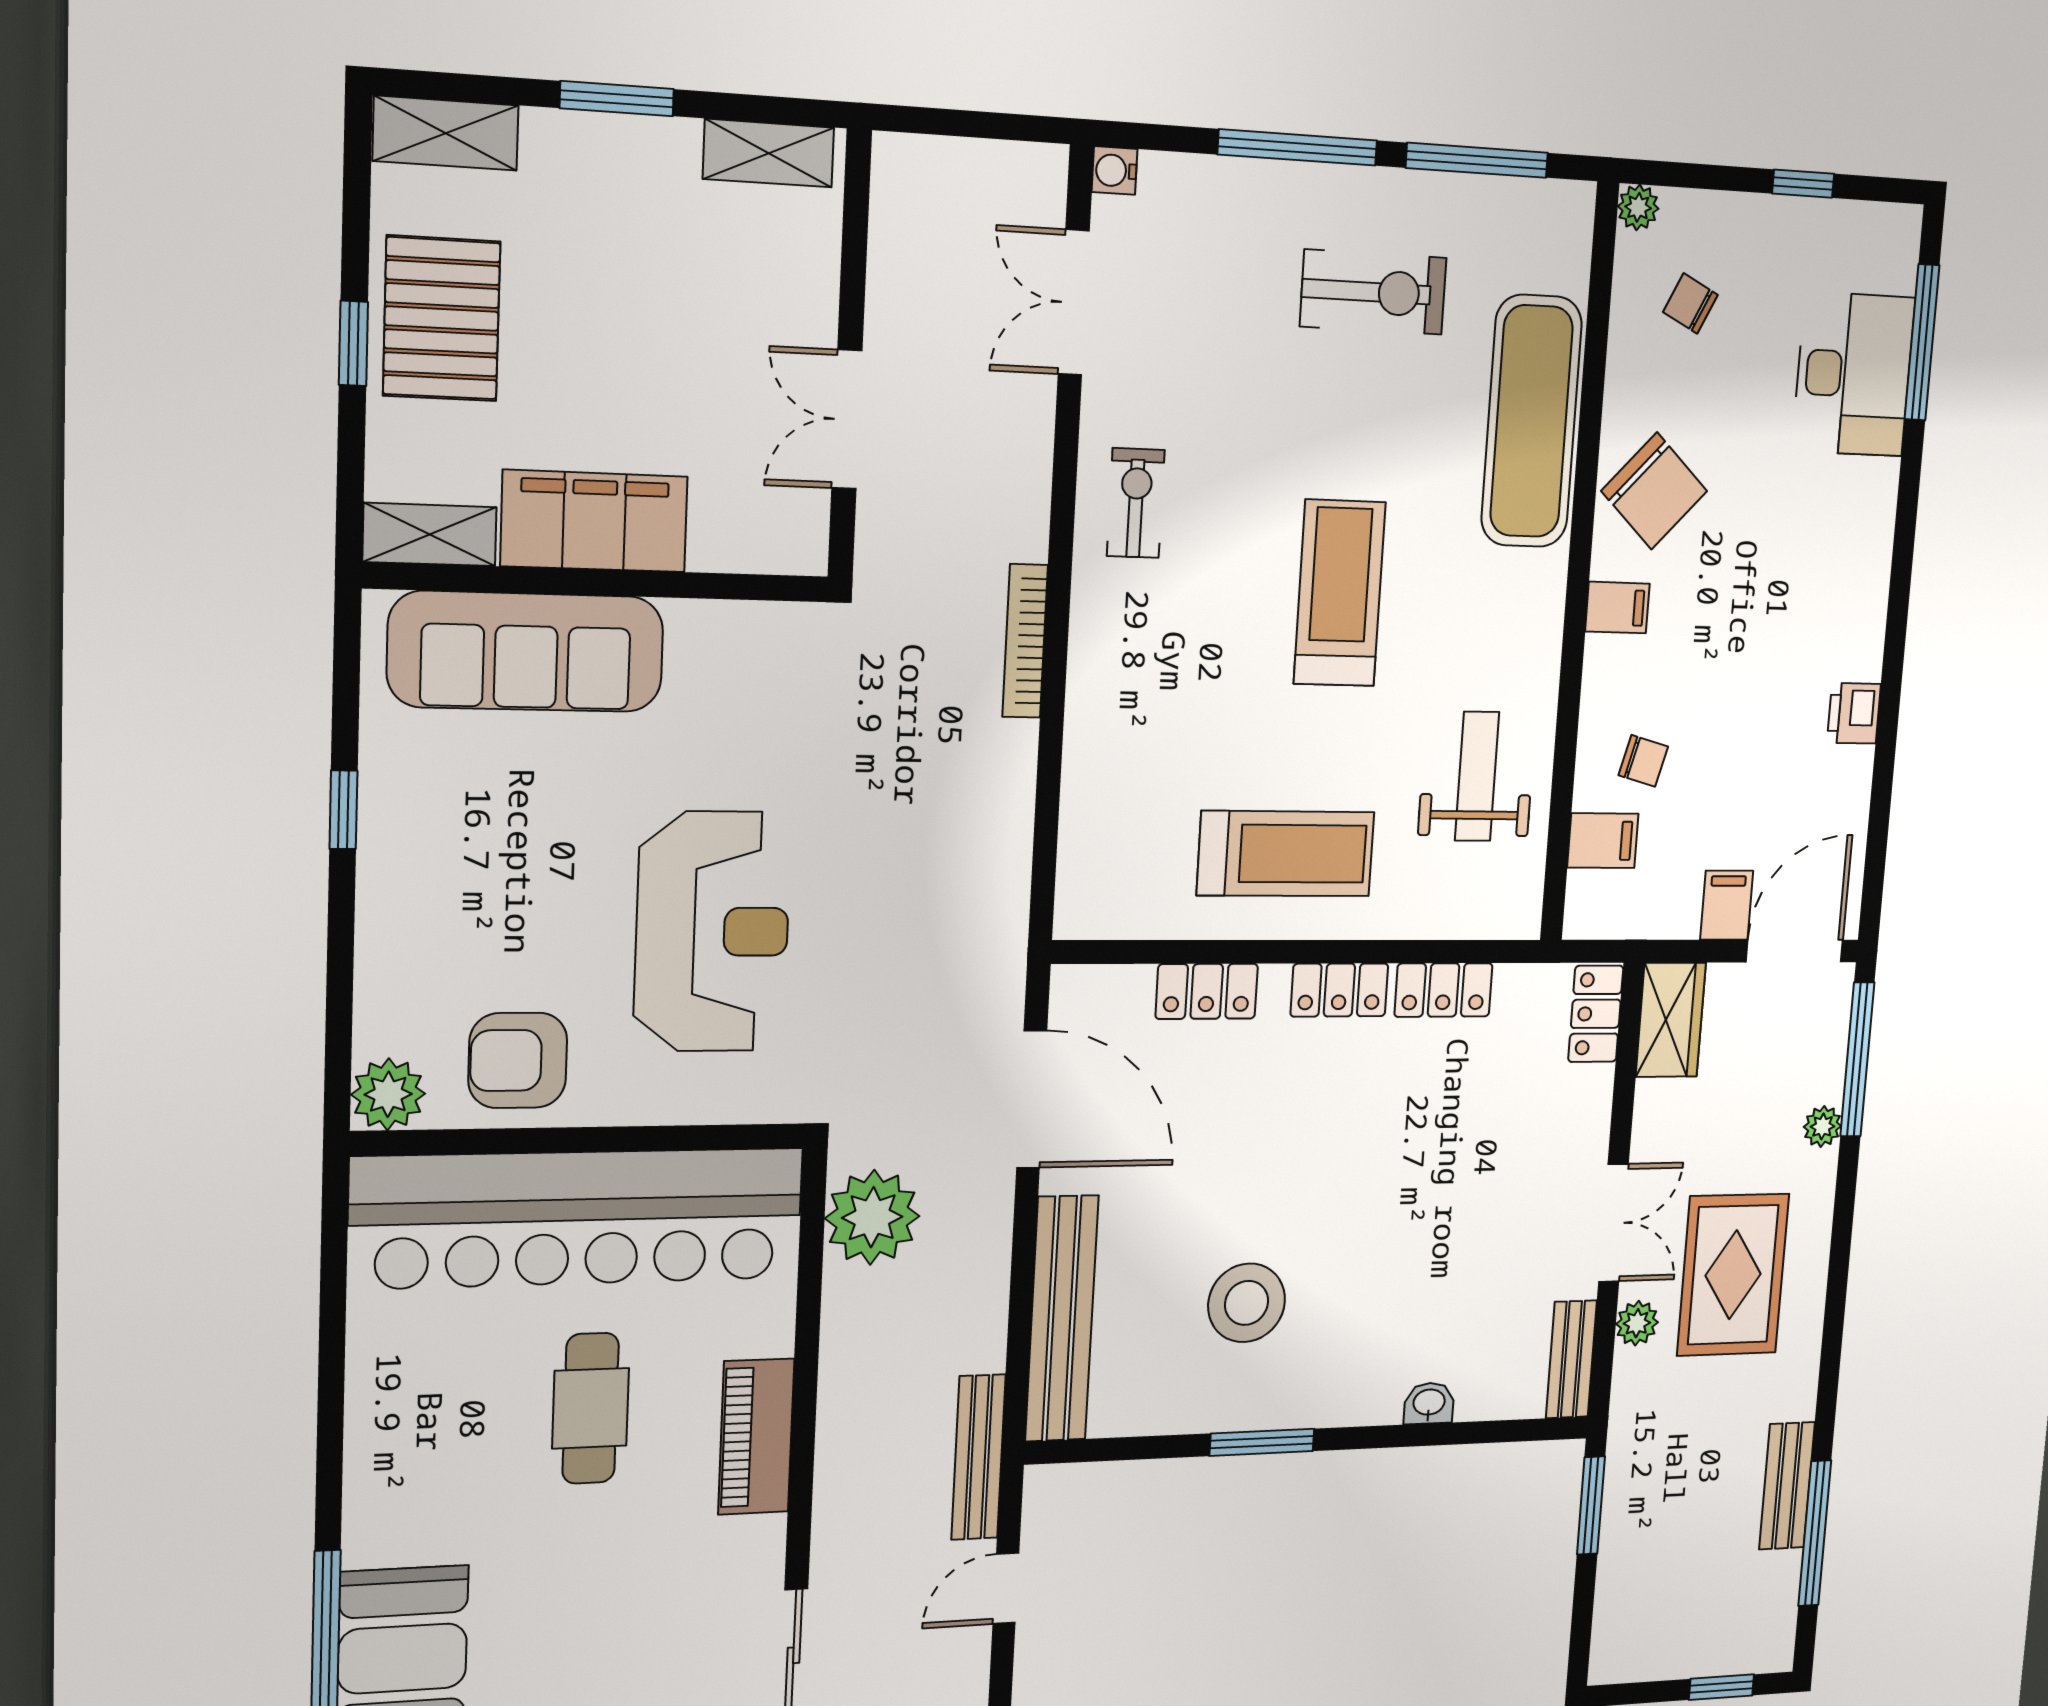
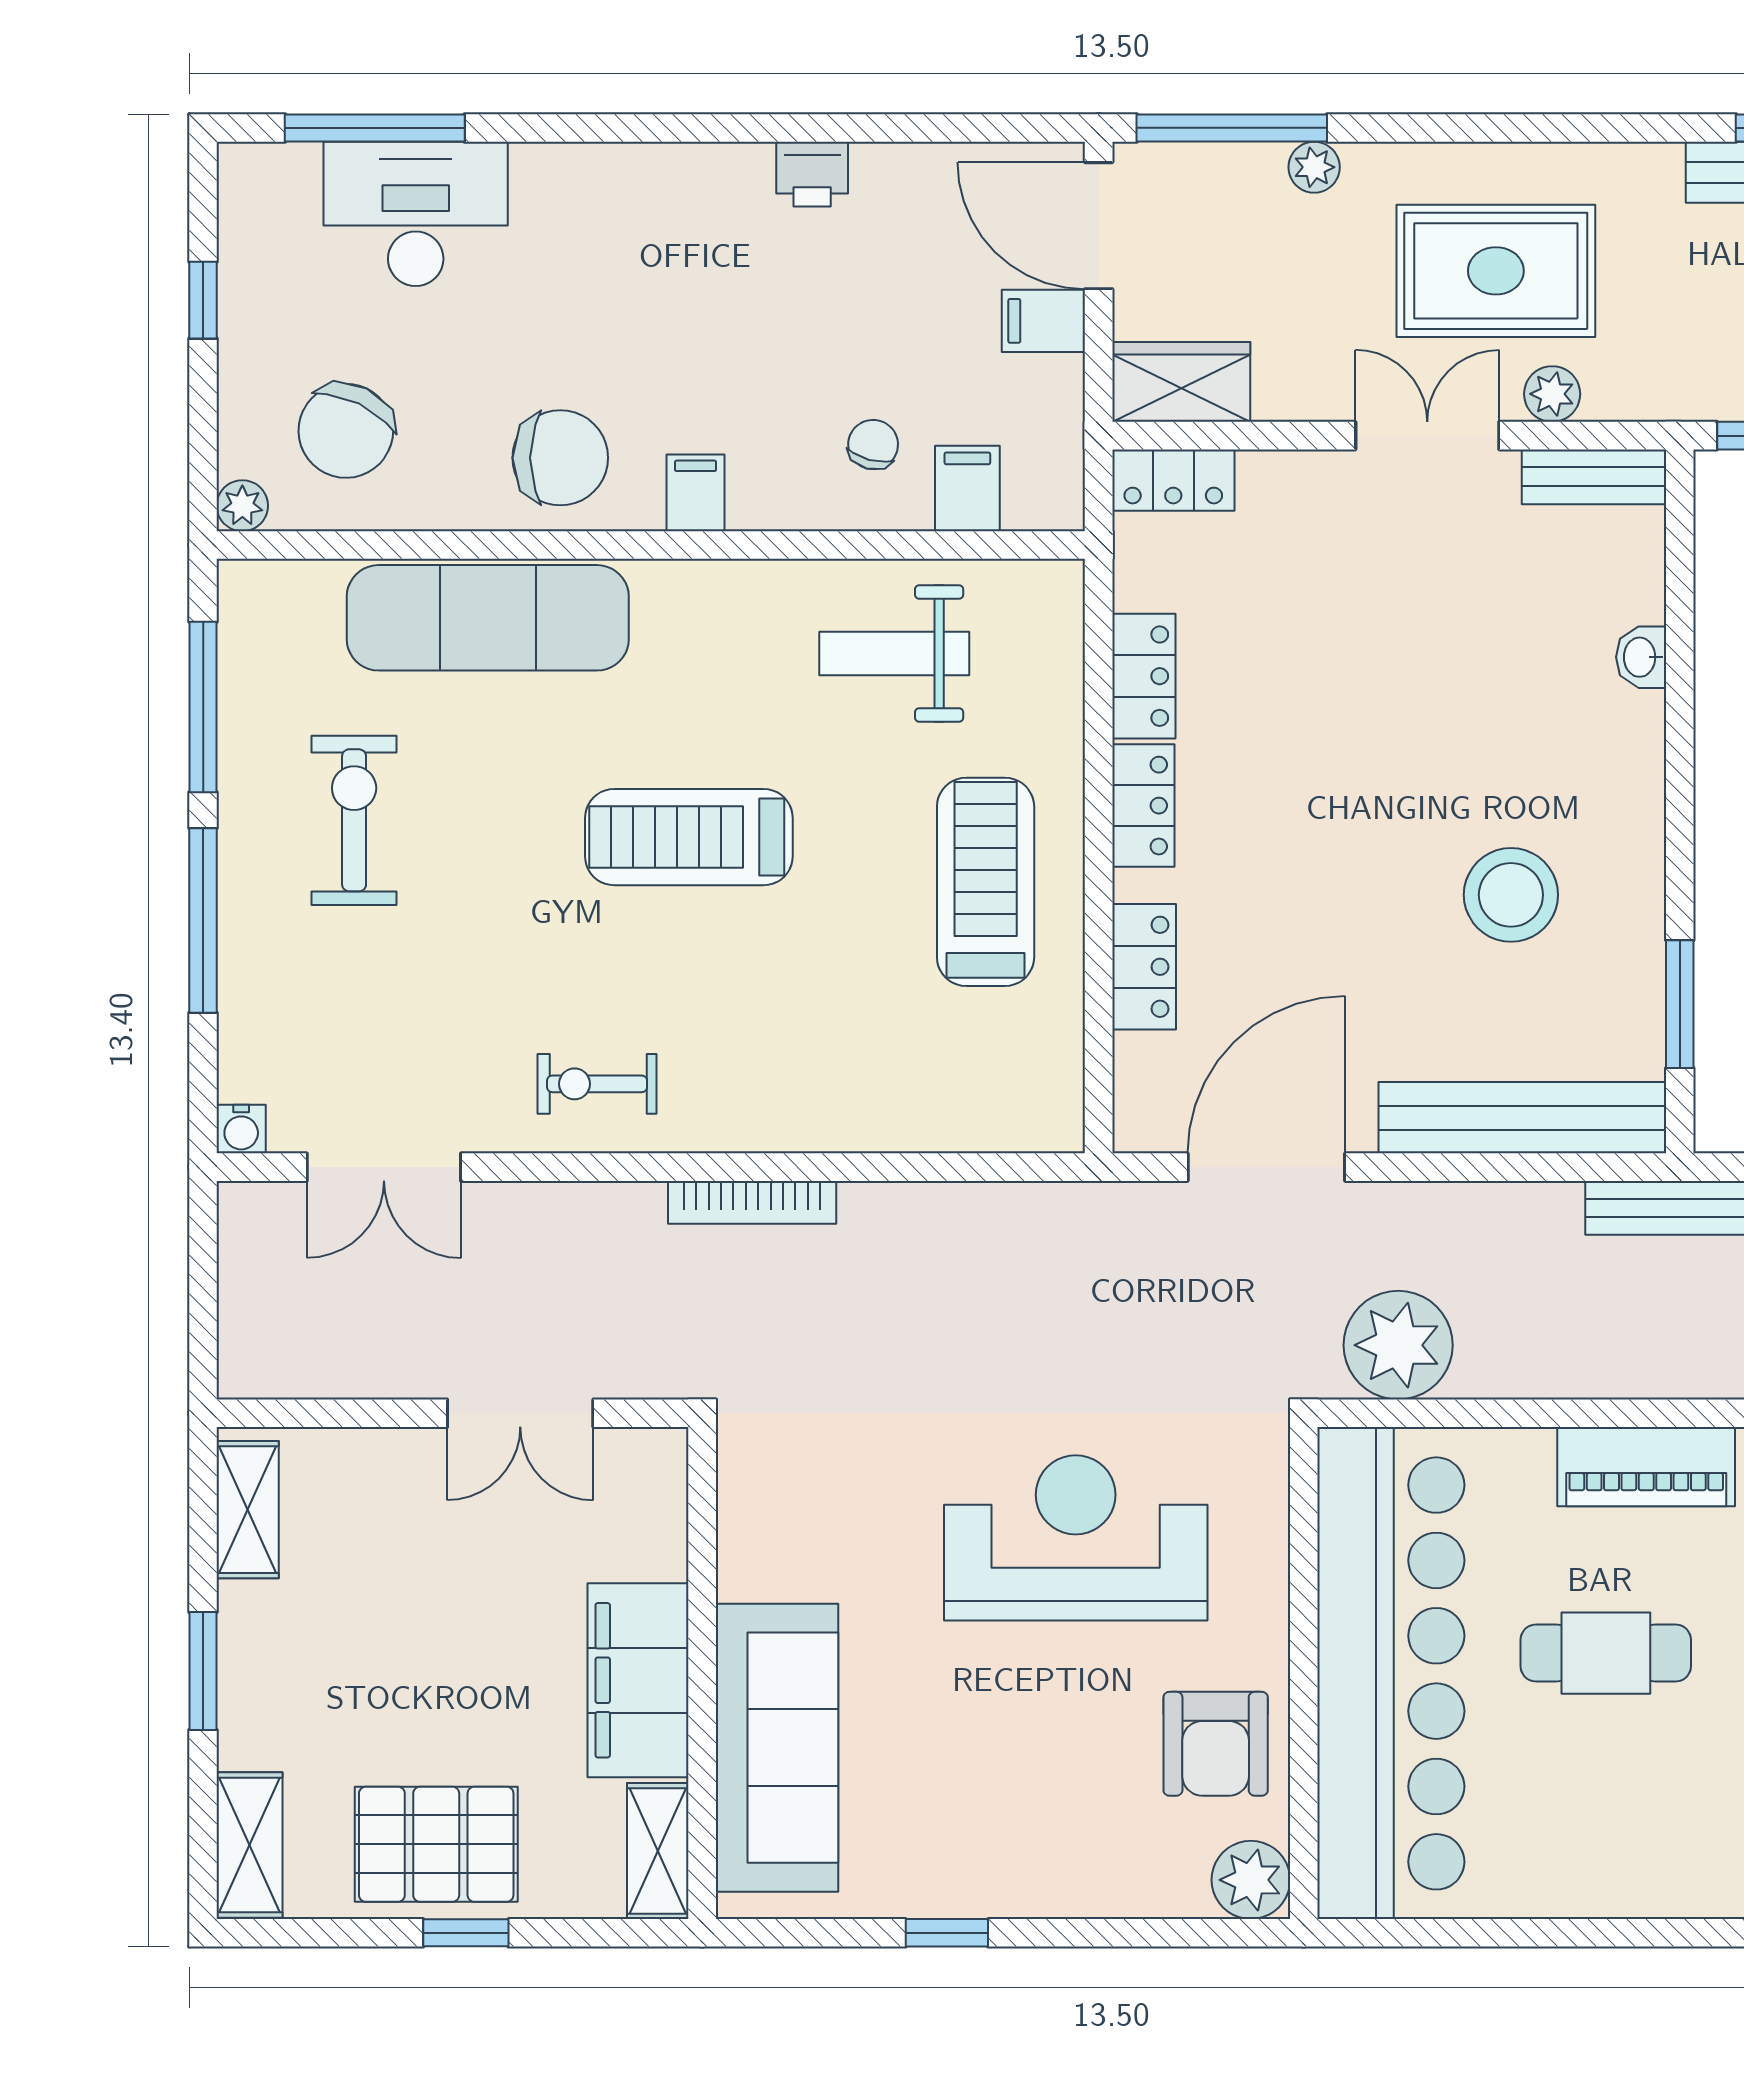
chair: (1690, 303) -> (346, 431), width x1.87, depth x1.87
chair: (1654, 491) -> (560, 458), turned 47
window: (1262, 1442) -> (1680, 1004), moved

